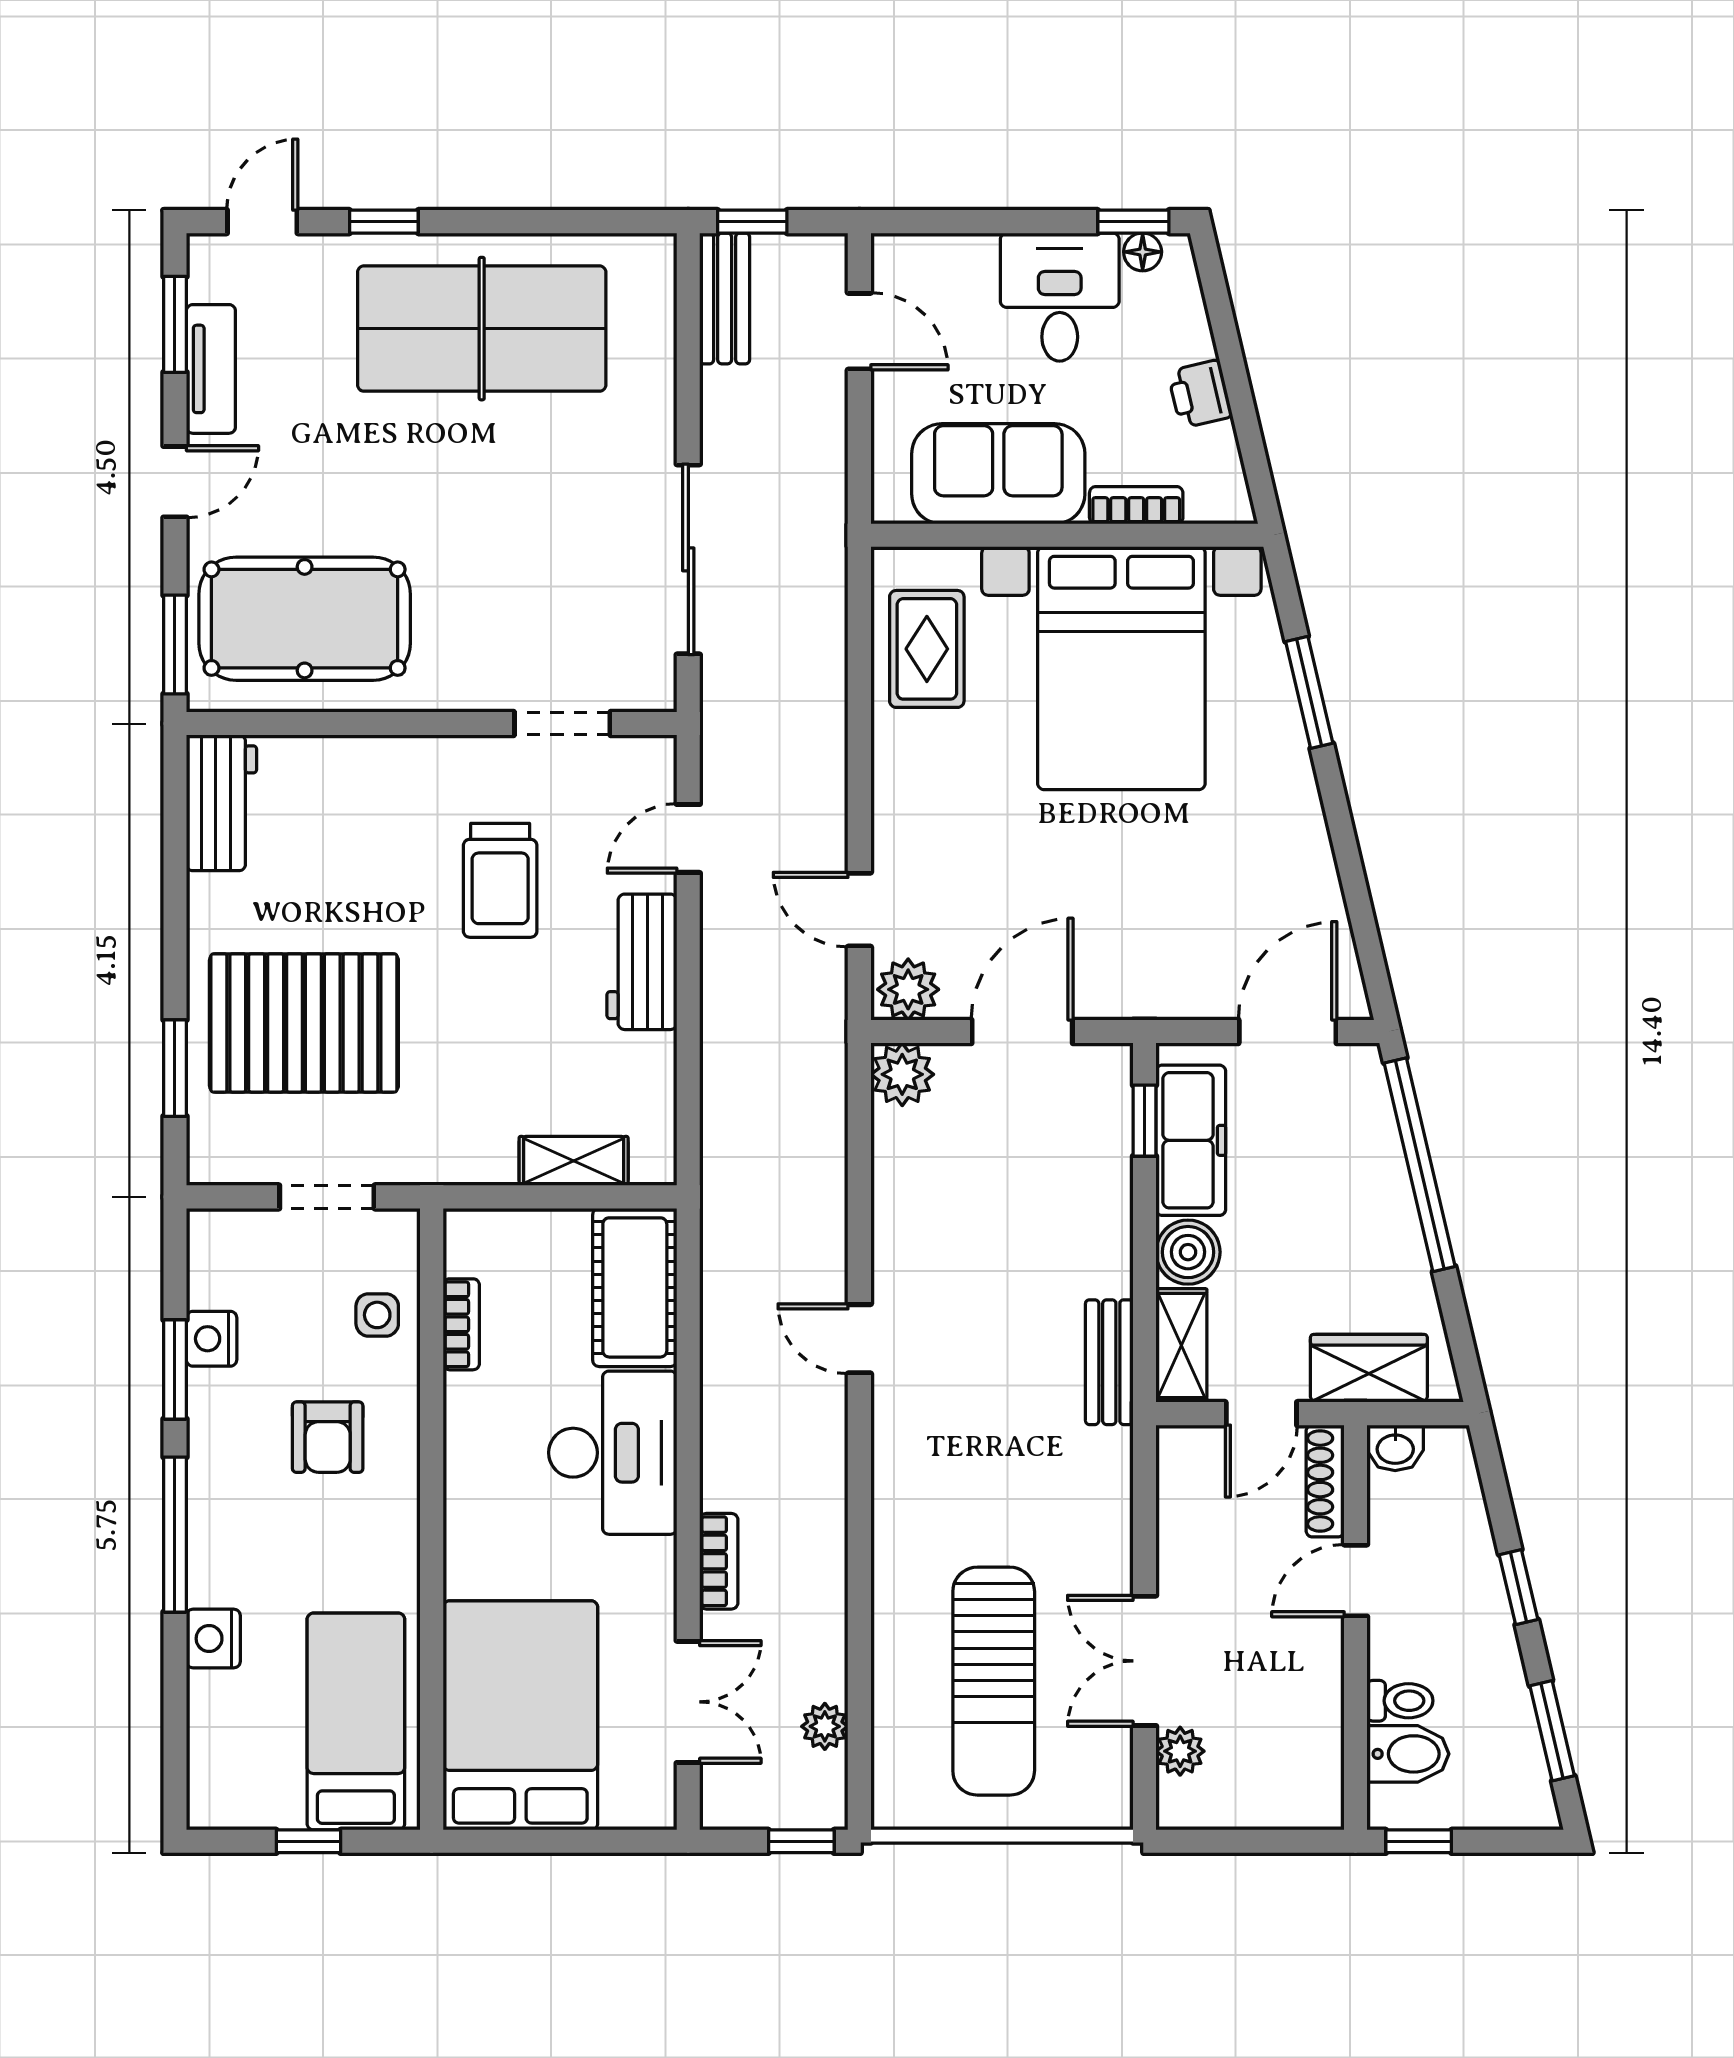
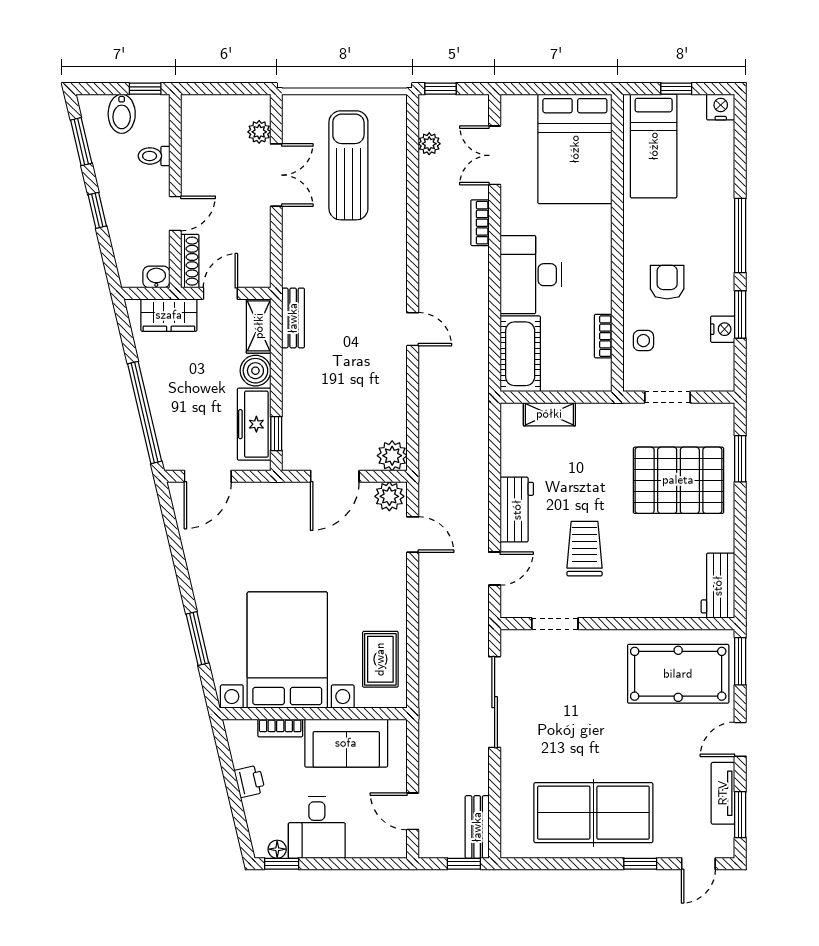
nightstand: (213, 1639) -> (721, 107), moved, turned -90
bidet: (1408, 1754) -> (122, 114), moved, turned -90

